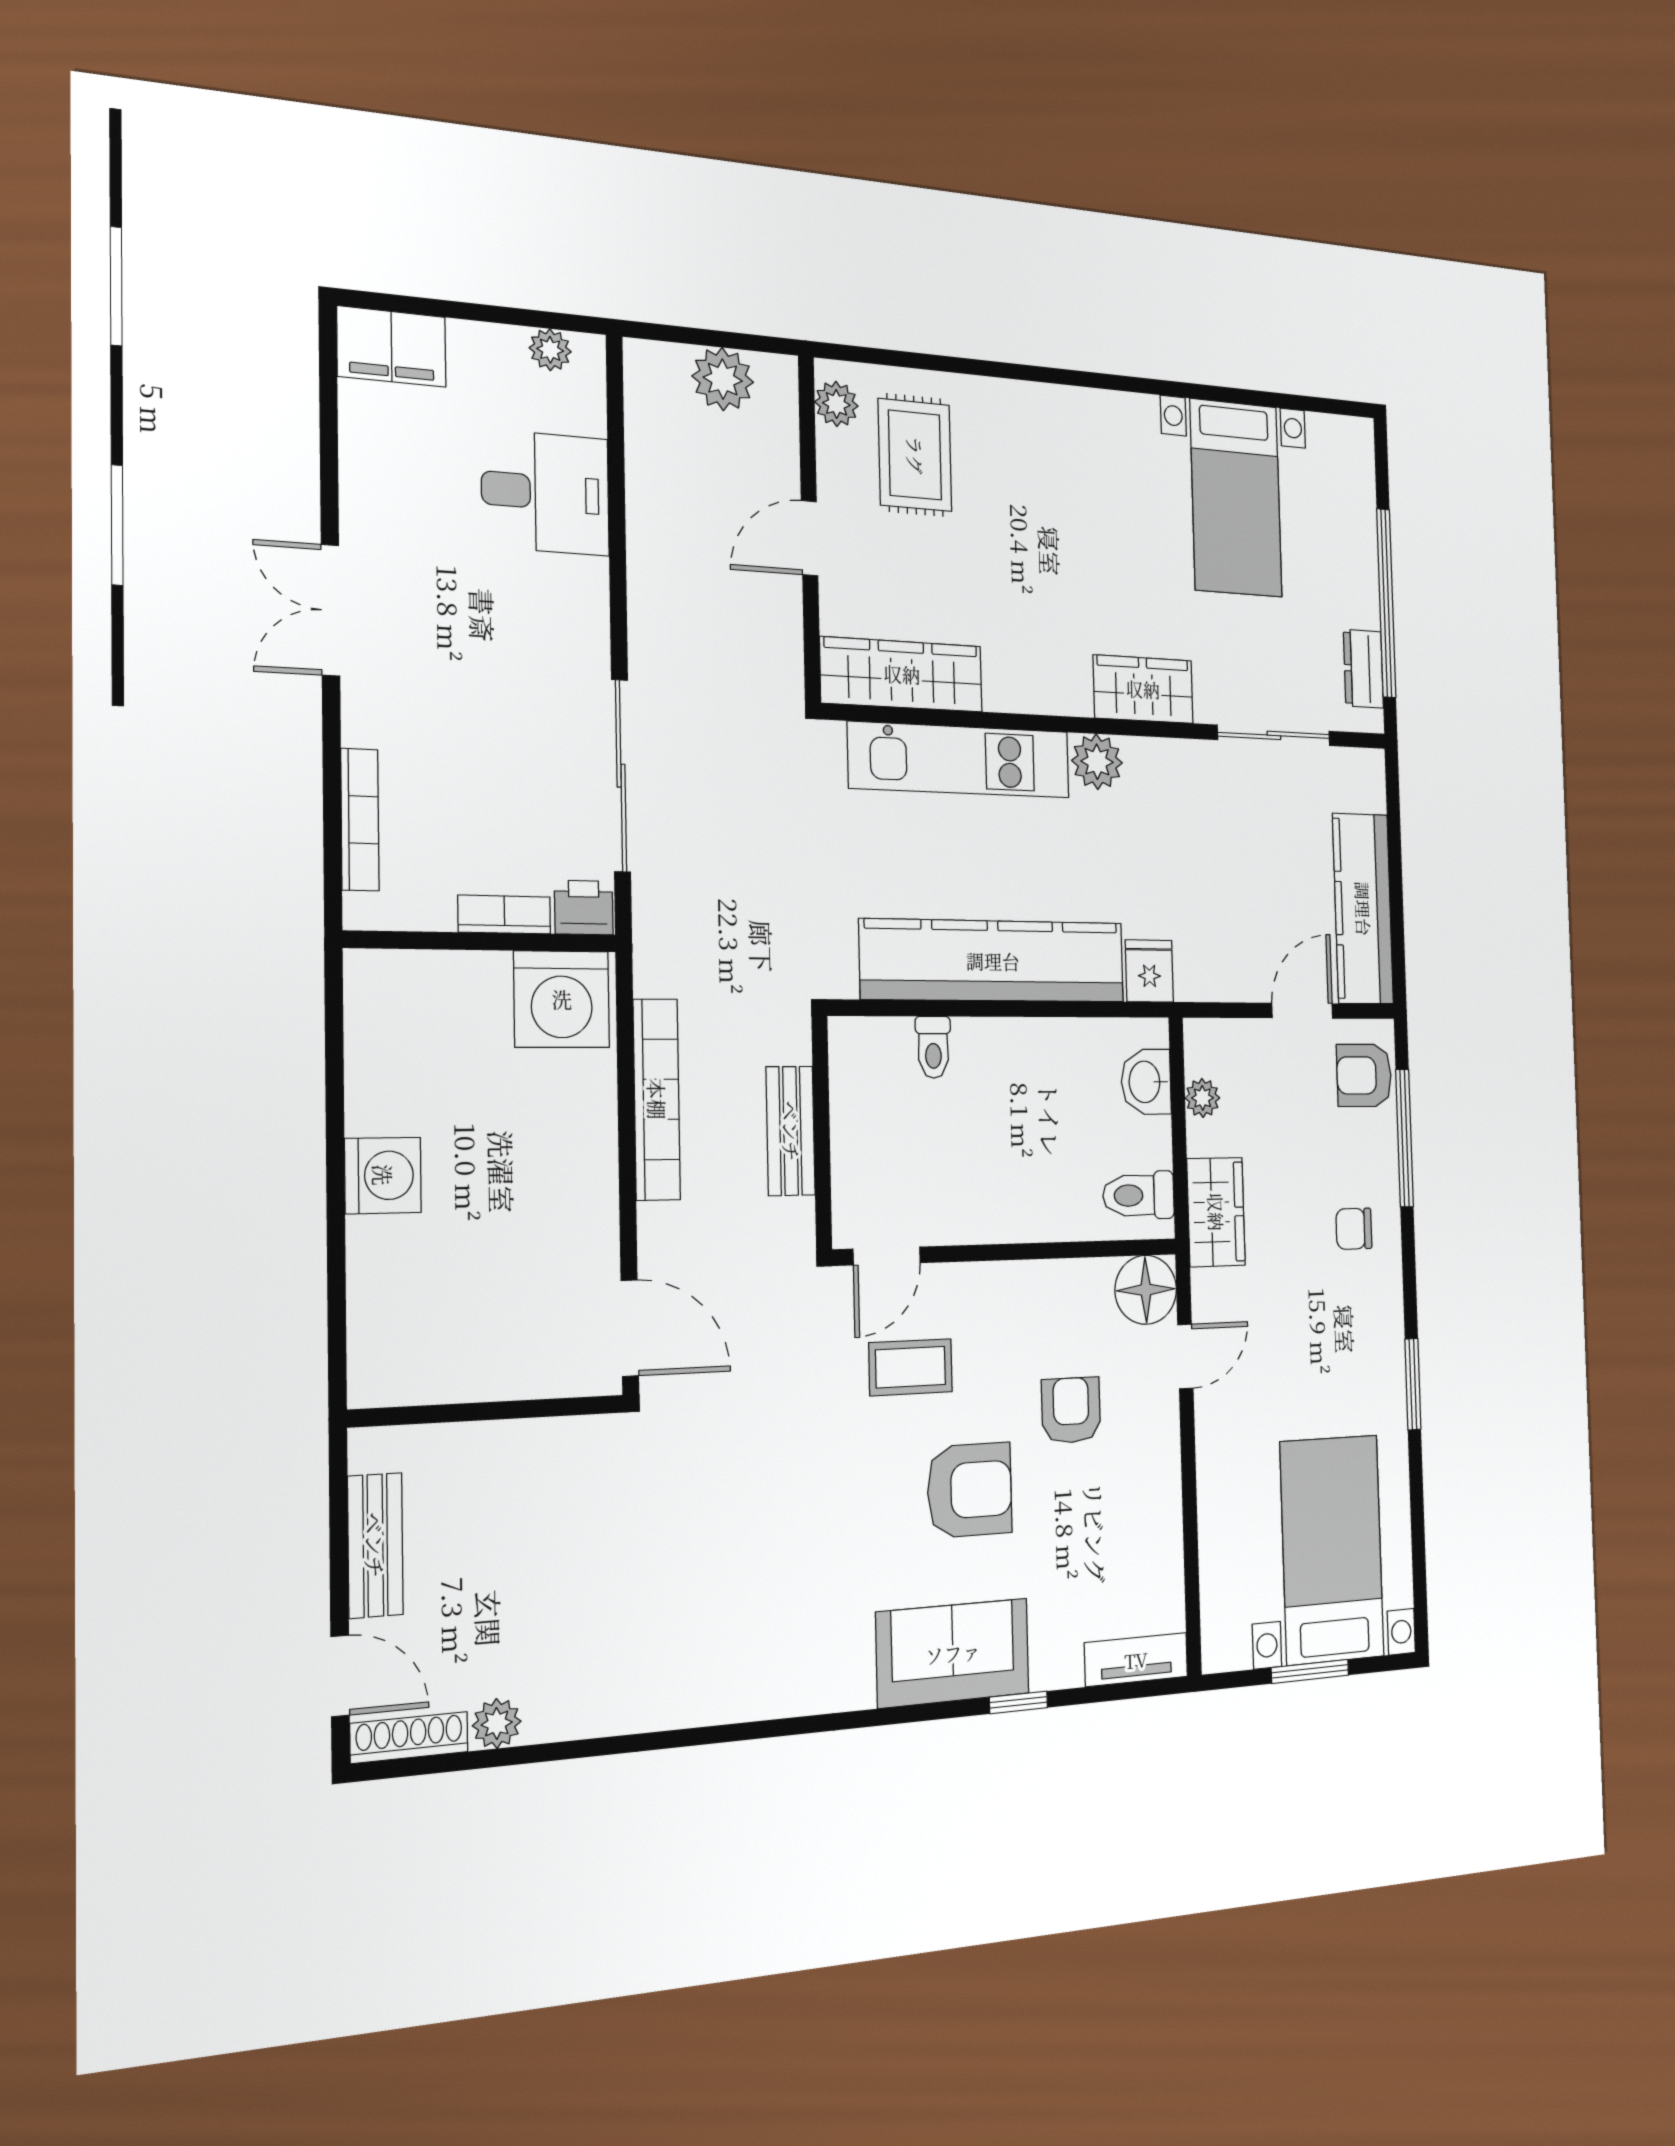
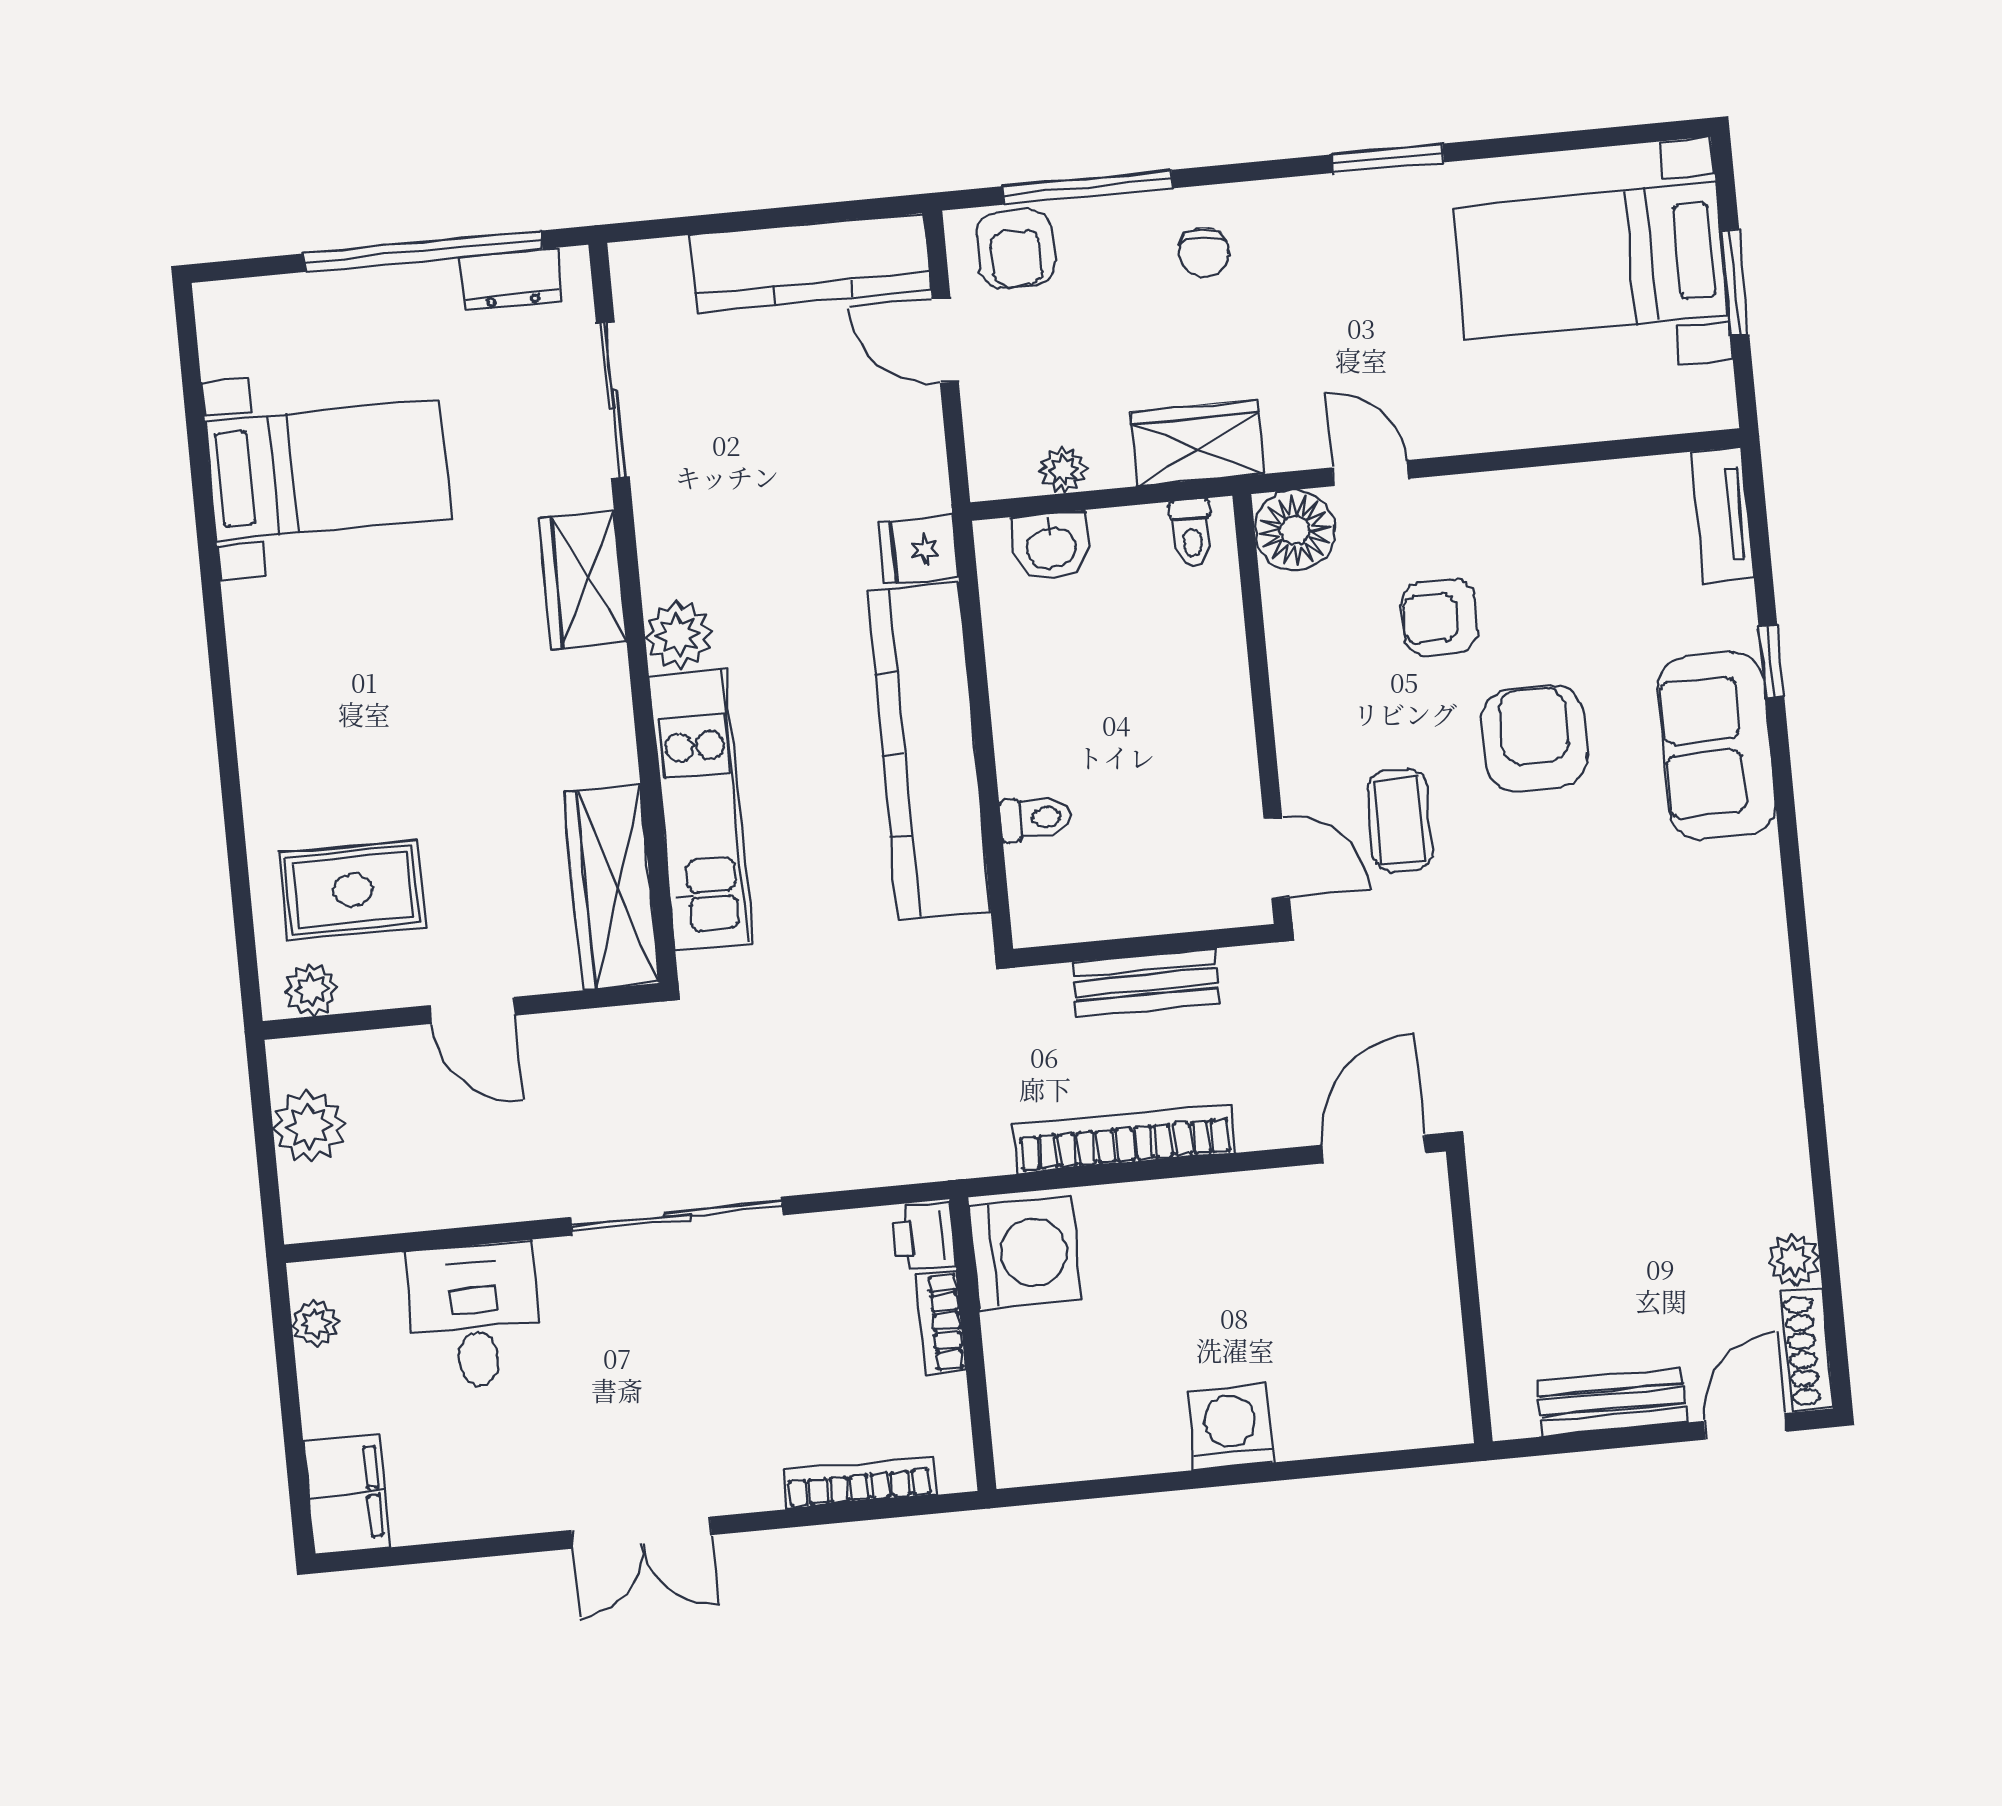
sliding door: (621, 776) -> (677, 1216), moved
toilet: (1138, 1195) -> (1192, 533), width x0.73, depth x0.72

